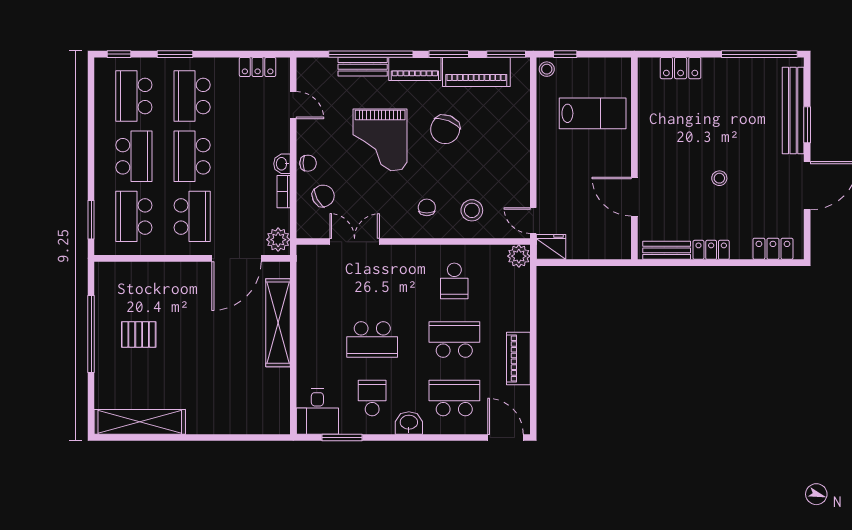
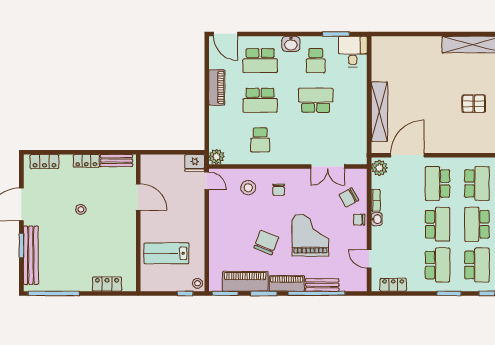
school desk: (454, 281) -> (260, 140), turned 180

